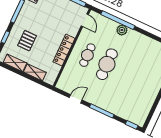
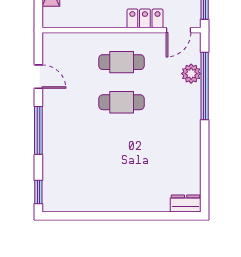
plant: (122, 30) -> (191, 74), moved
locker: (64, 50) -> (145, 18), moved, width x0.66
cafe table: (107, 64) -> (122, 102), width x0.73, depth x0.74

